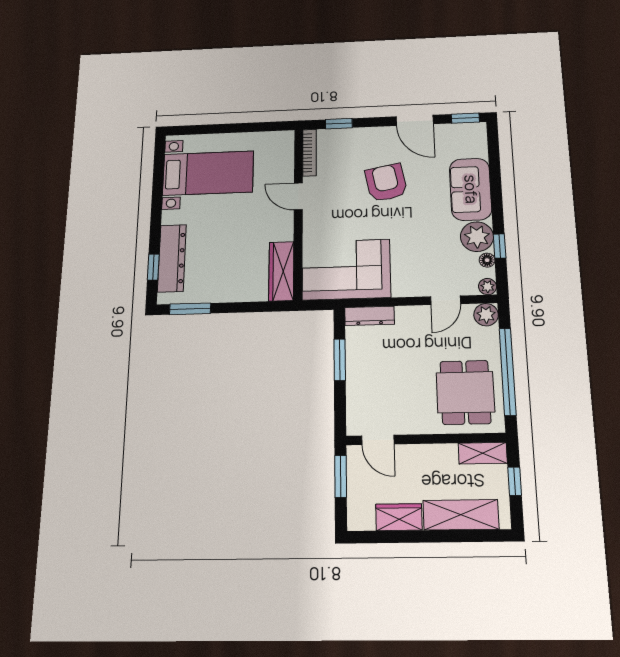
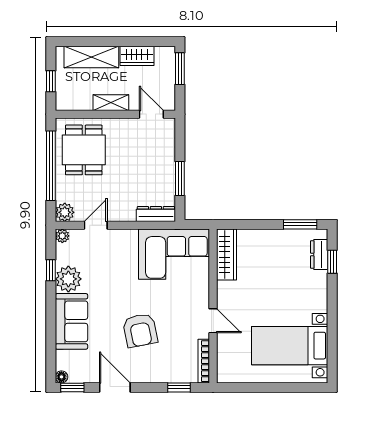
dresser: (172, 258) -> (319, 254), width x0.51, depth x0.80
floor lamp: (487, 260) -> (61, 377), moved
shelving: (483, 453) -> (111, 103), moved
window: (341, 476) -> (180, 69), moved

